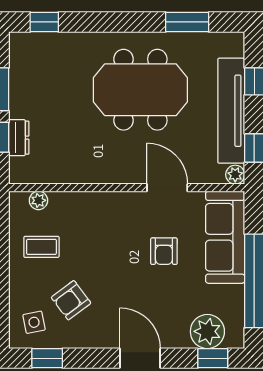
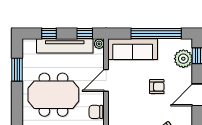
meeting table: (140, 90) -> (53, 95), turned 90
chair: (108, 169) -> (96, 112), added
armchair: (164, 251) -> (157, 87), moved

